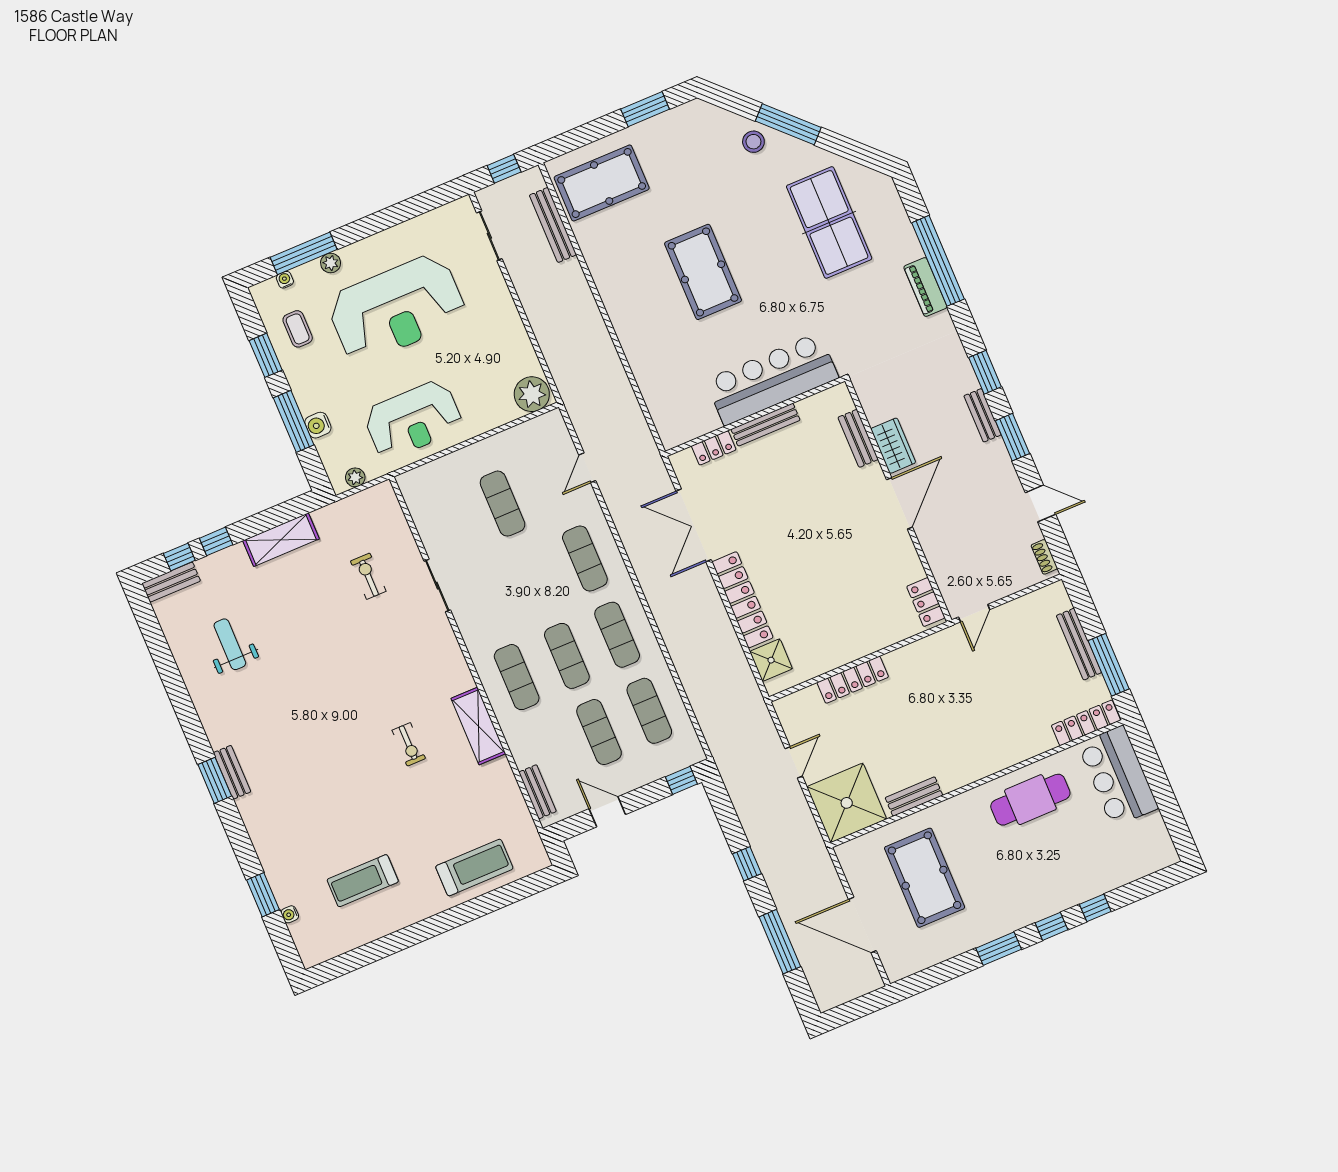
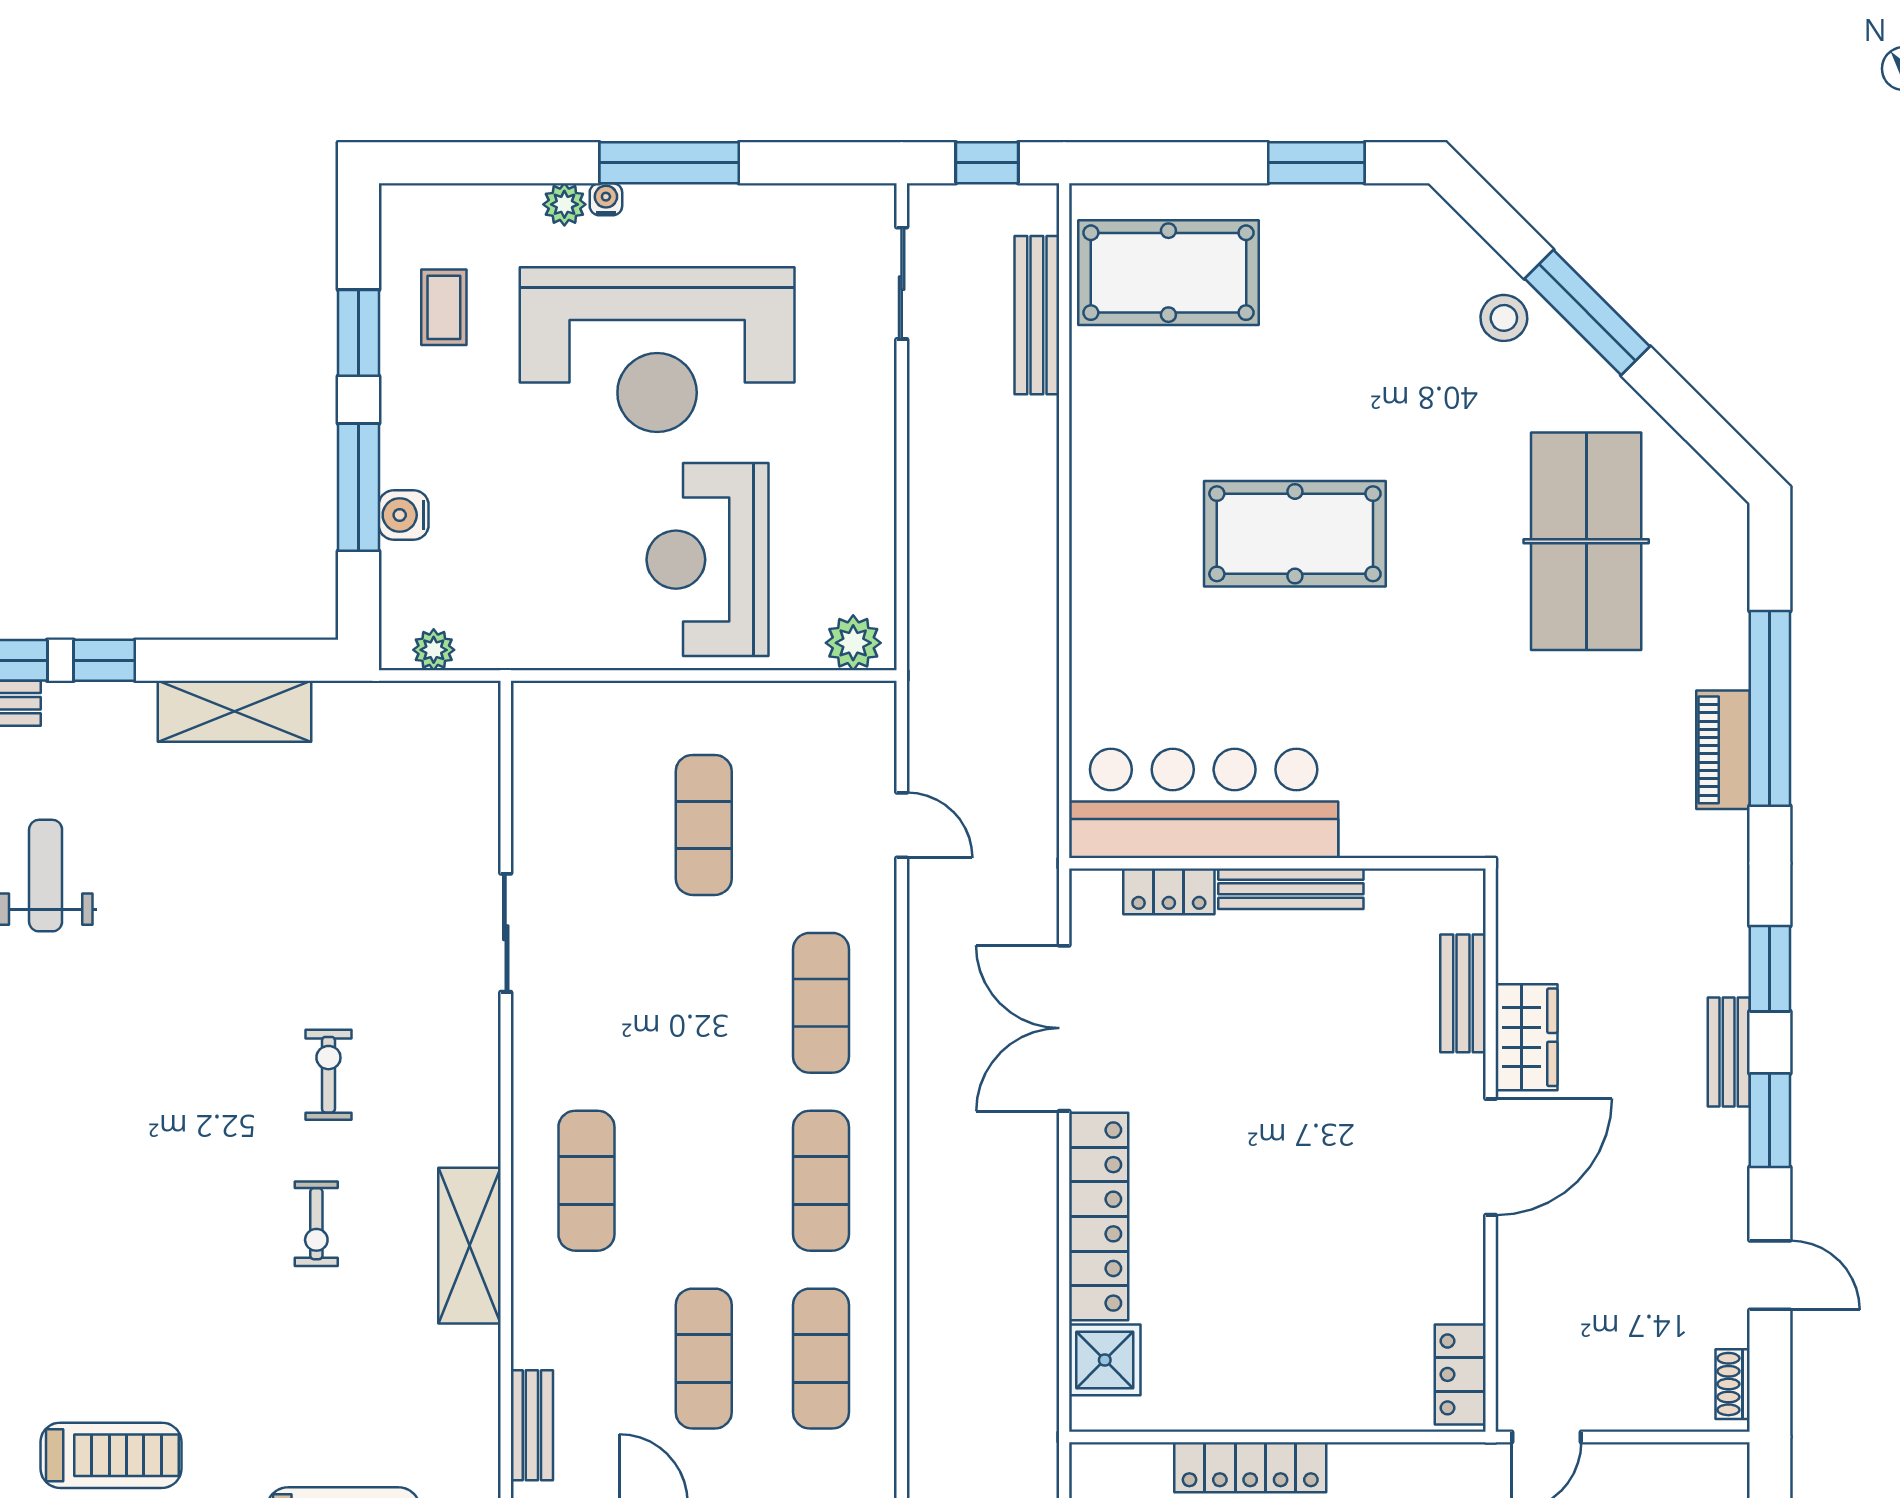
window: (304, 253) -> (669, 163), moved
pool table: (703, 272) -> (1295, 534), turned 90
water cooler: (285, 280) -> (606, 199), moved
bar counter: (772, 379) -> (1204, 803), moved
plant: (532, 394) -> (853, 643), width x0.73, depth x0.73
reception desk: (413, 420) -> (707, 560), moved, turned 90
door: (587, 468) -> (902, 825), swing flipped
exercise bike: (368, 576) -> (328, 1075), moved
exercise mat: (567, 656) -> (704, 1181), removed
treadmill: (363, 881) -> (111, 1455), turned 180

